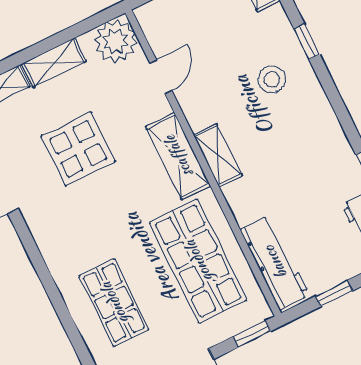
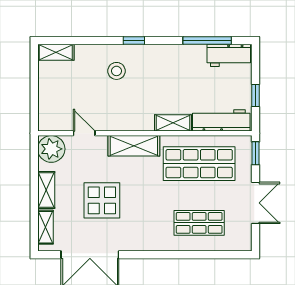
window: (307, 42) -> (134, 41), moved
shelving: (218, 155) -> (173, 123), moved

